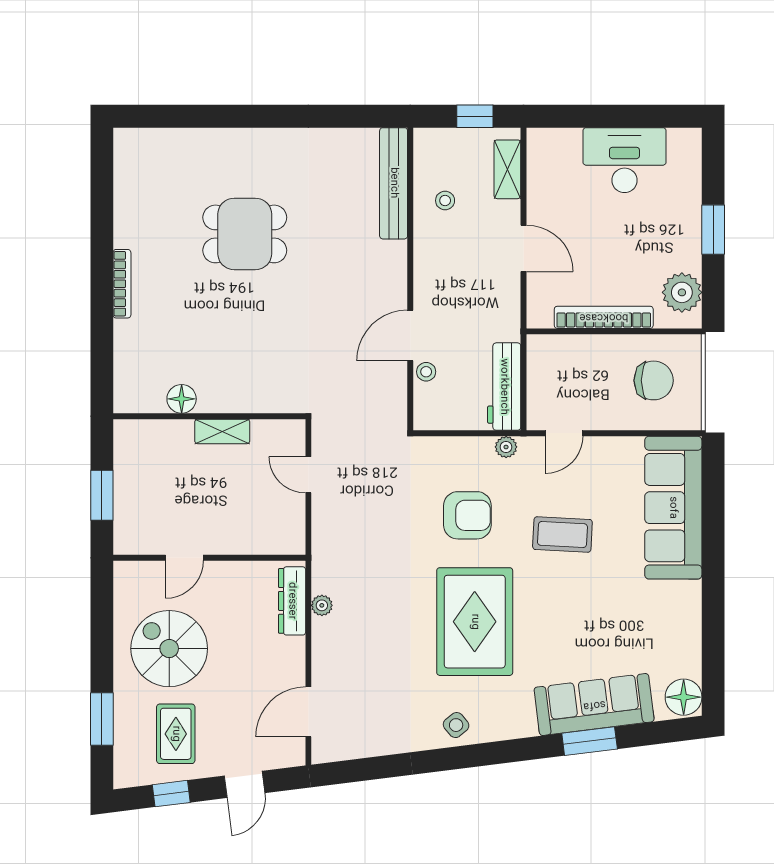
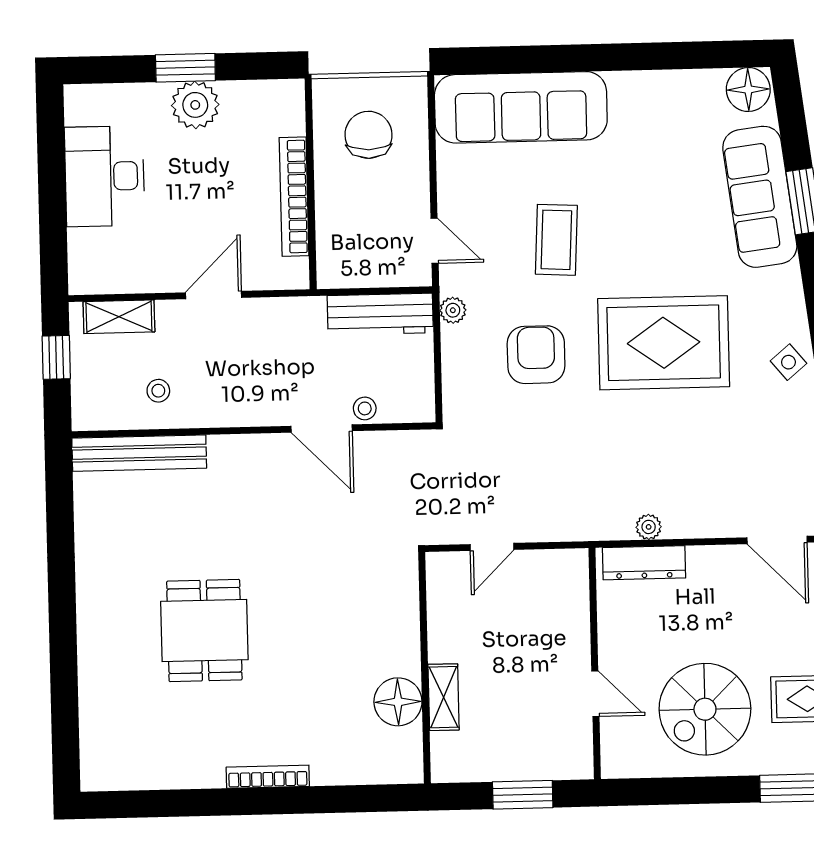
plant: (682, 292) -> (195, 105), moved
floor lamp: (182, 399) -> (398, 702), width x1.38, depth x1.38
shelving: (222, 431) -> (444, 697), moved

